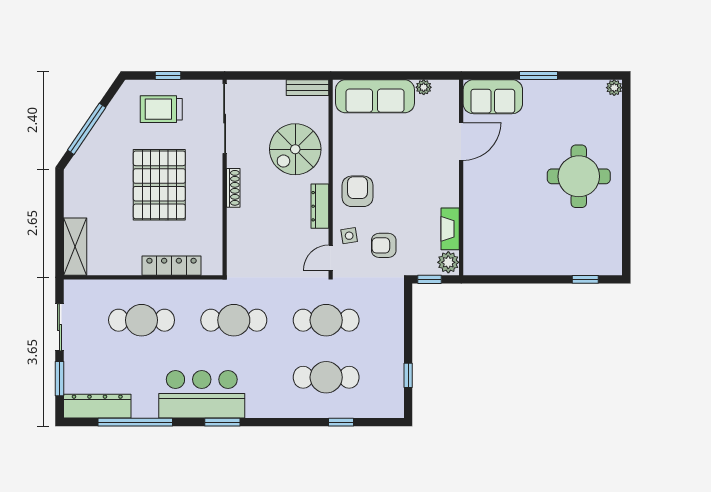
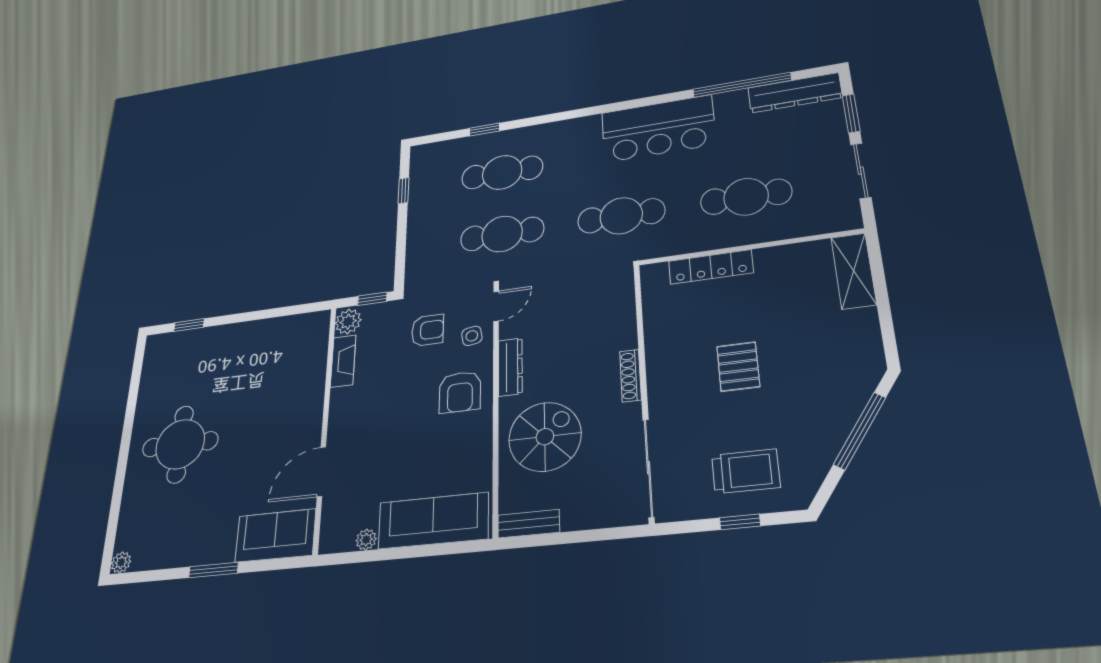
pallet: (159, 185) -> (738, 366), width x0.49, depth x0.50
window: (222, 422) -> (630, 104), removed

